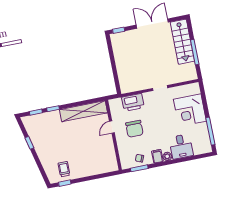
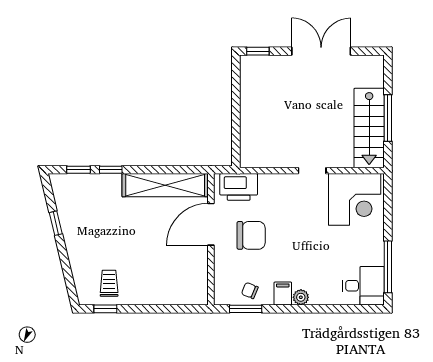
stairs: (182, 42) -> (369, 128), moved
printer: (133, 102) -> (239, 187), moved
corner desk: (190, 110) -> (355, 199), moved, turned -90
door: (112, 127) -> (211, 224), width x1.88
chair: (134, 129) -> (251, 235), turned -90
desk: (181, 146) -> (363, 286), moved, turned -90

